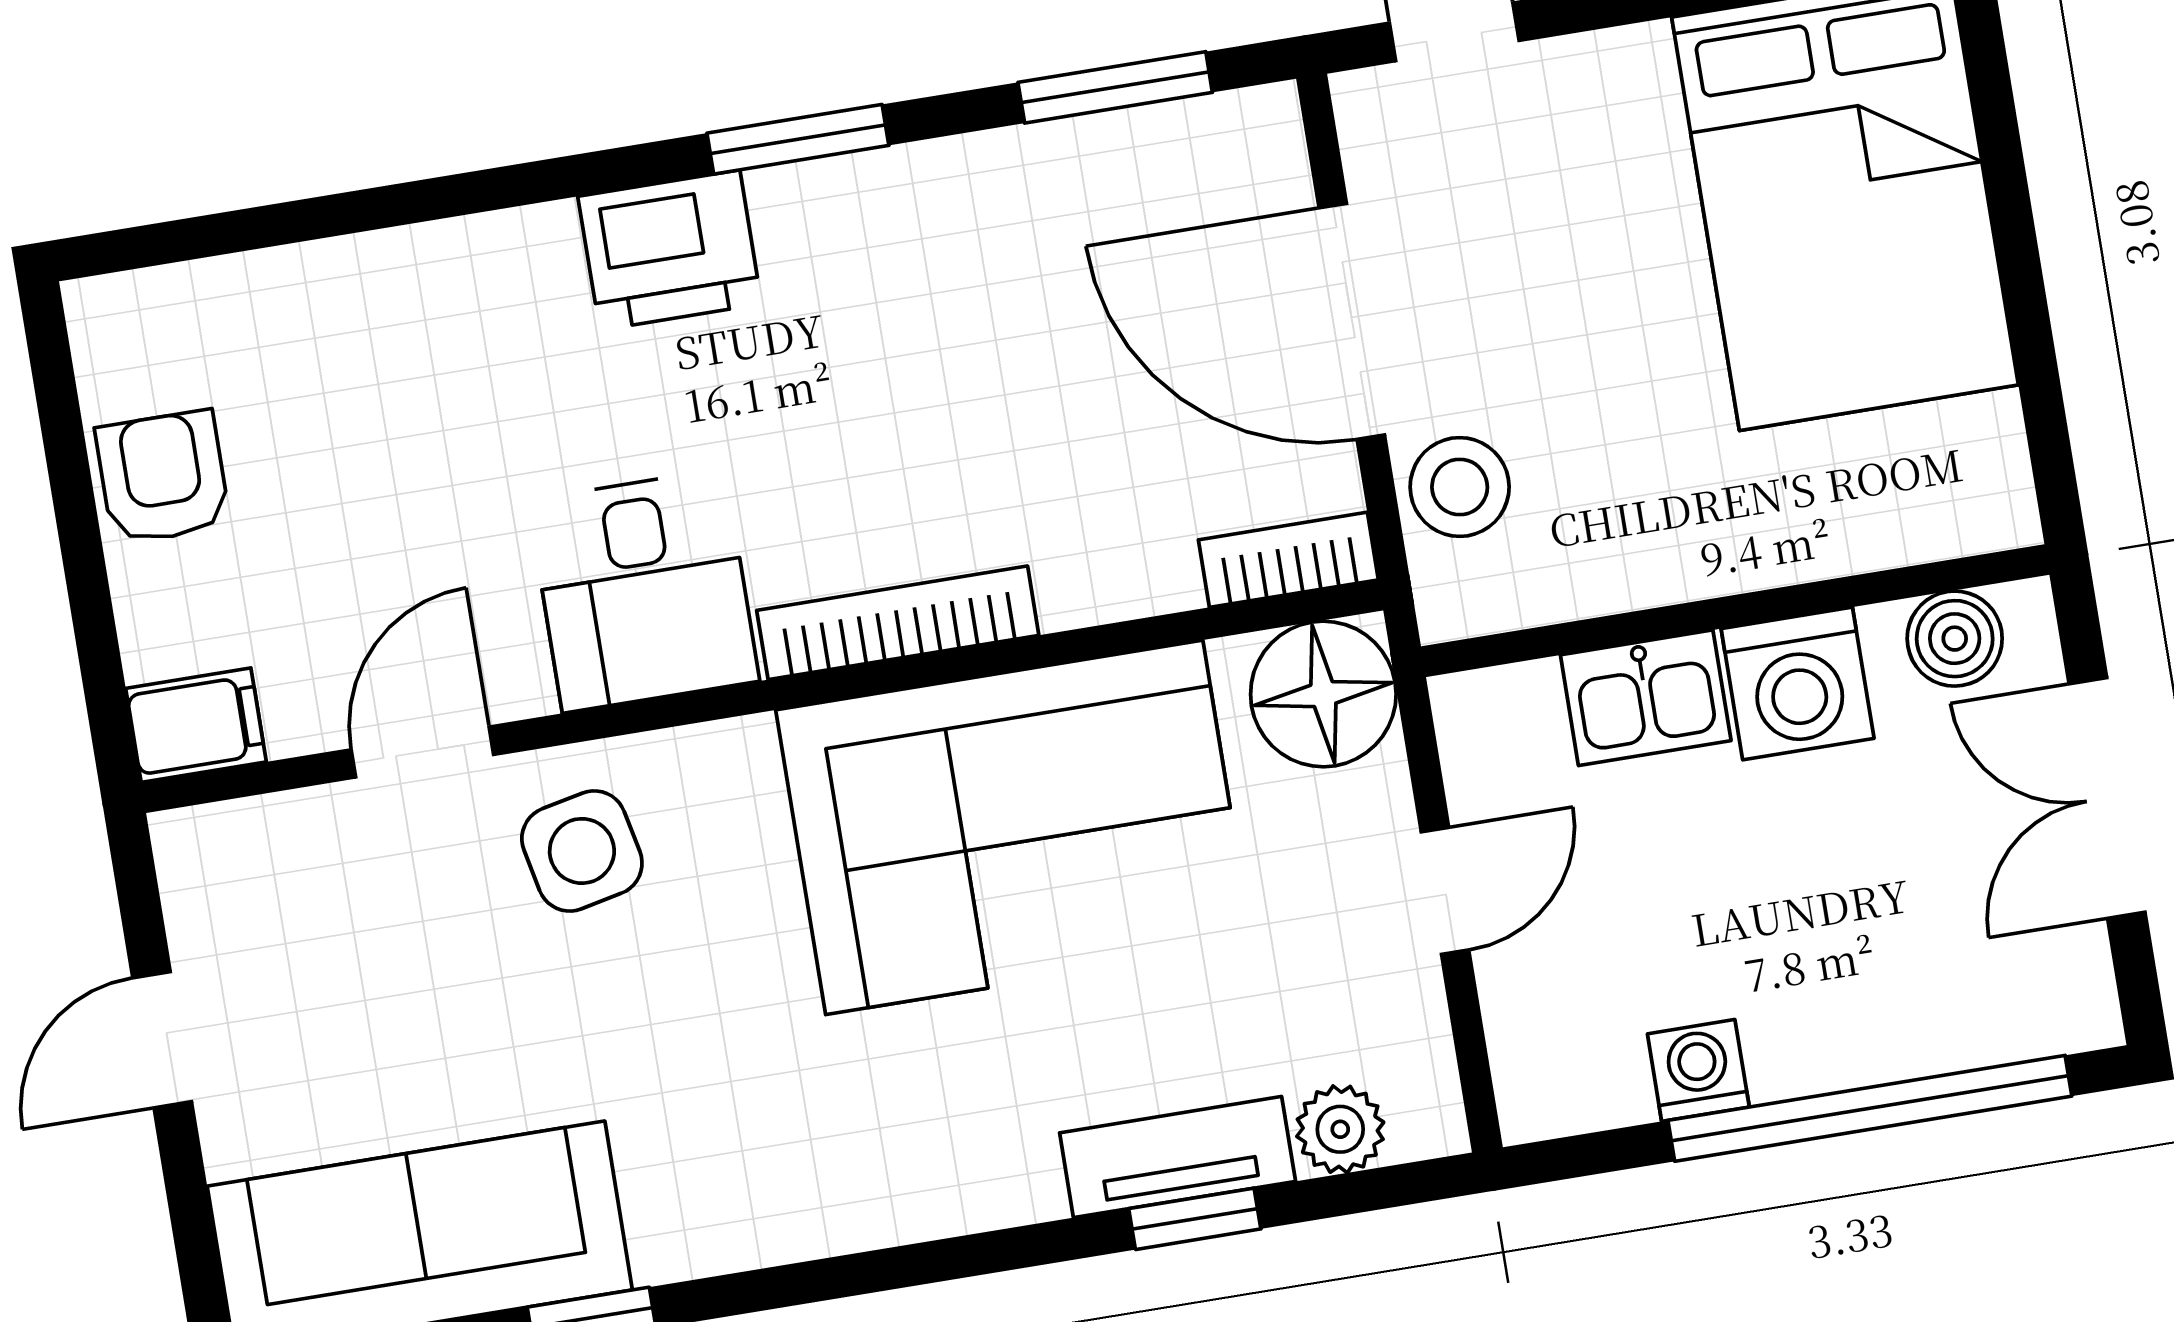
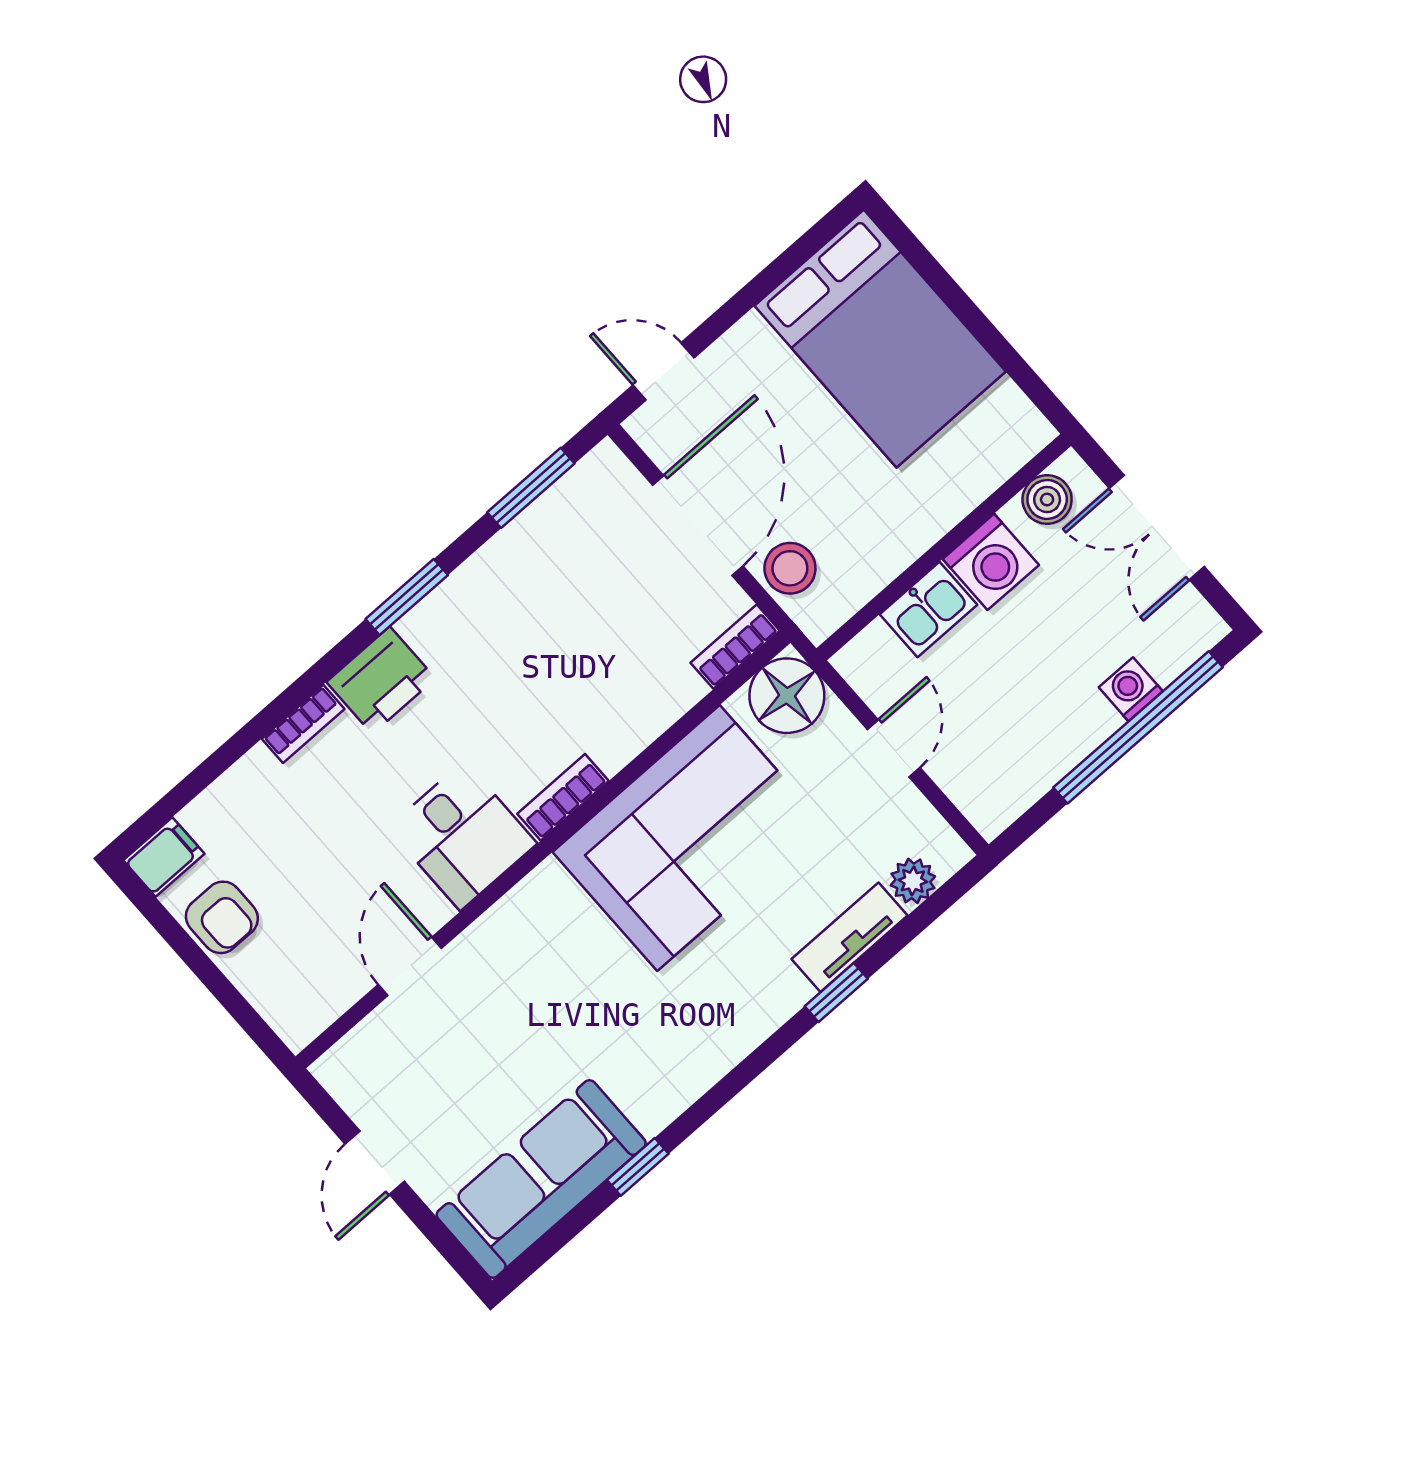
bookcase: (496, 242) -> (303, 724), added
door: (1352, 321) -> (698, 525), swing flipped
armchair: (163, 477) -> (222, 917), turned 180
bookcase: (898, 623) -> (563, 797), width x0.64
filing cabinet: (196, 725) -> (164, 857), moved
side table: (582, 851) -> (506, 966), removed
washing machine: (1698, 1070) -> (1131, 689), moved
window: (1195, 1219) -> (836, 993), moved

